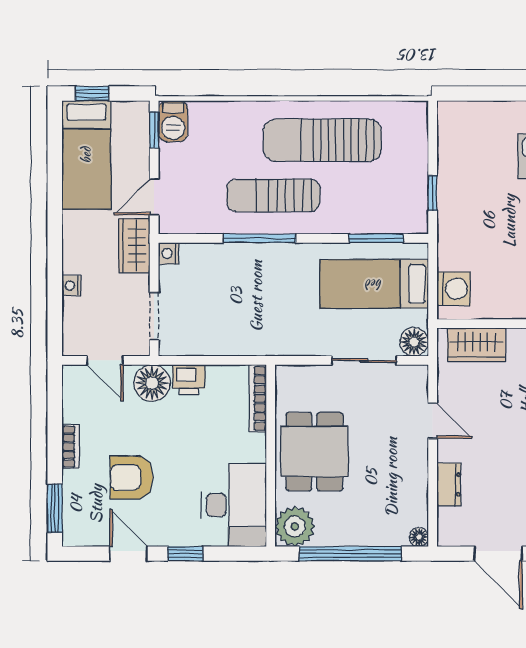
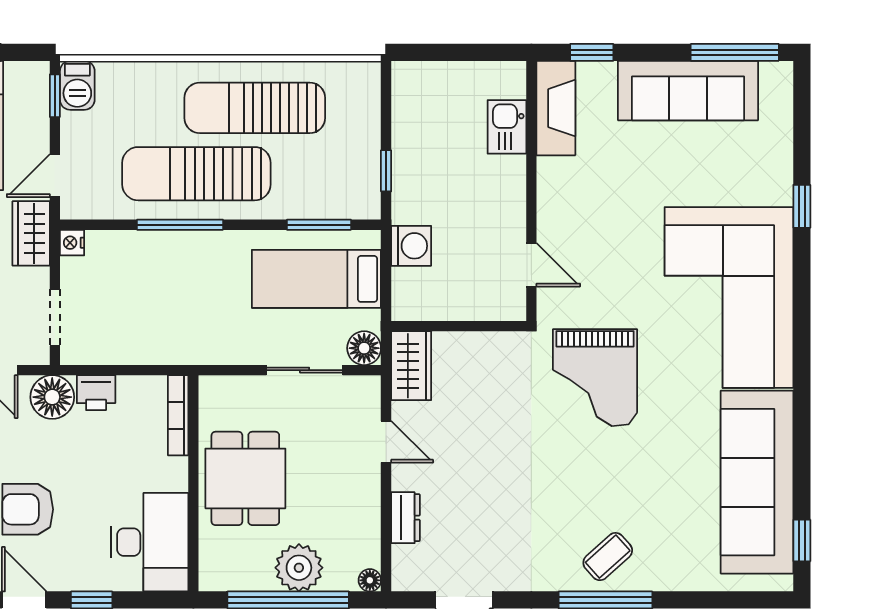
sun lounger: (273, 195) -> (196, 174), width x1.36, depth x1.34
washing machine: (454, 289) -> (411, 246), moved
wardrobe: (476, 345) -> (411, 366), moved, turned -90
plant: (295, 527) -> (299, 568), moved

